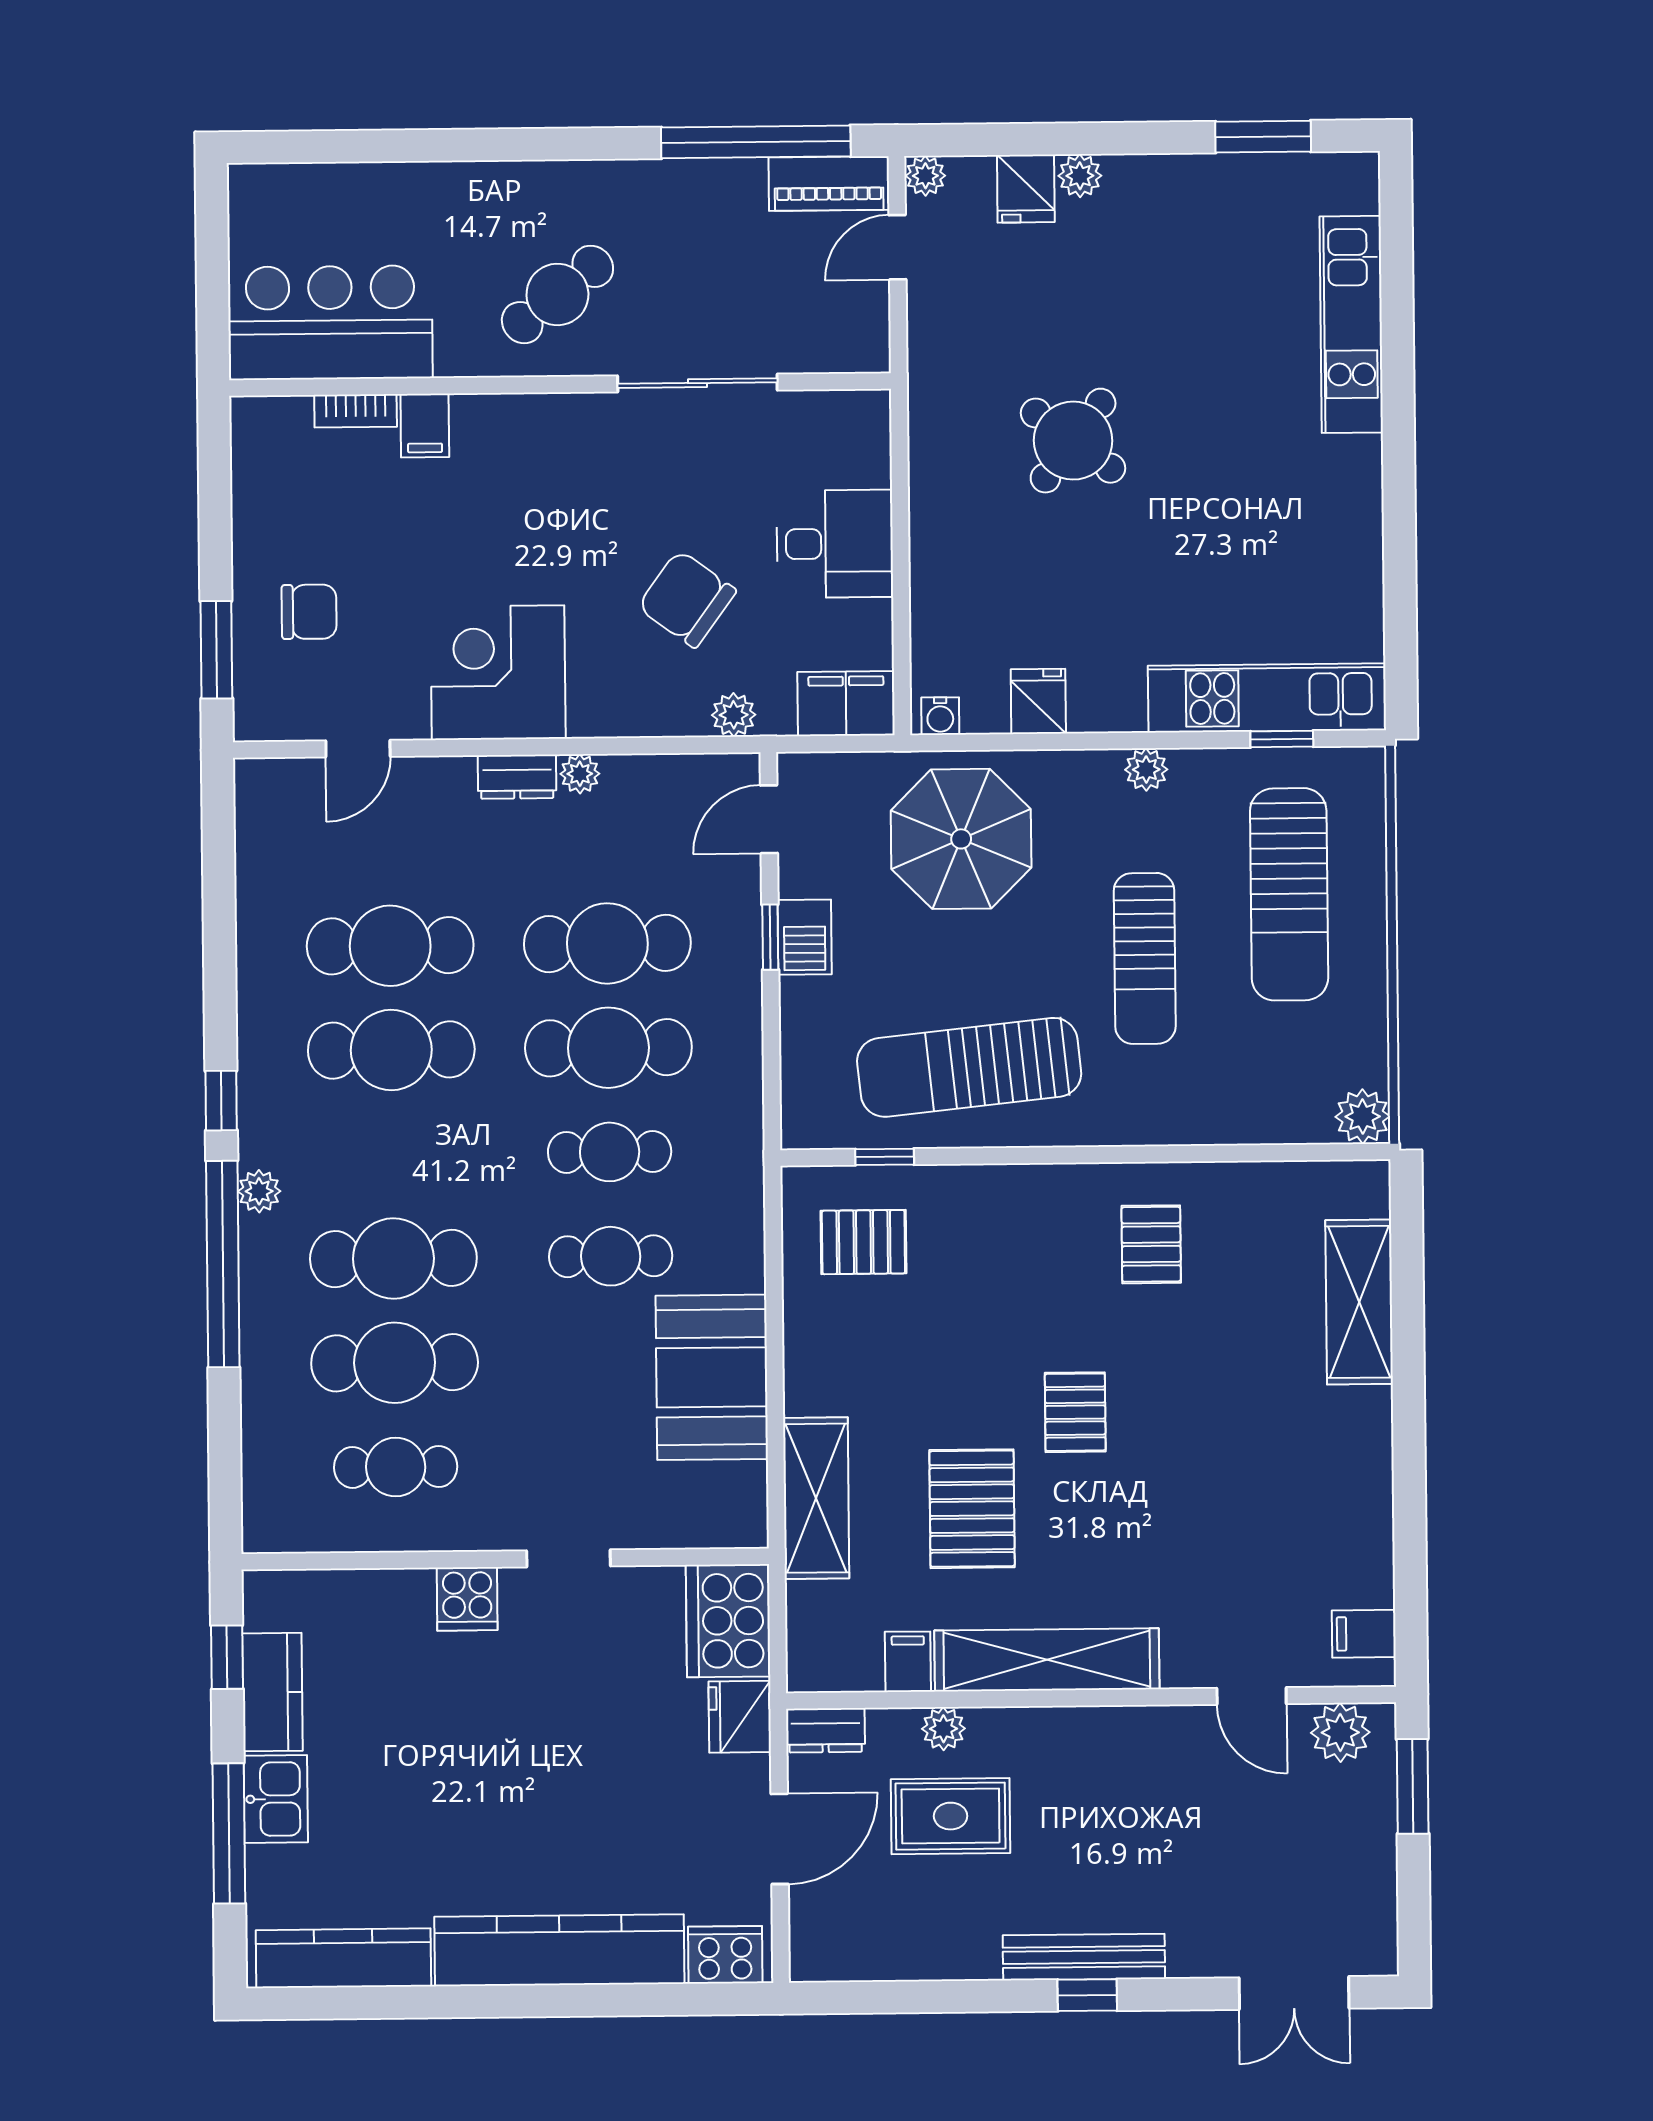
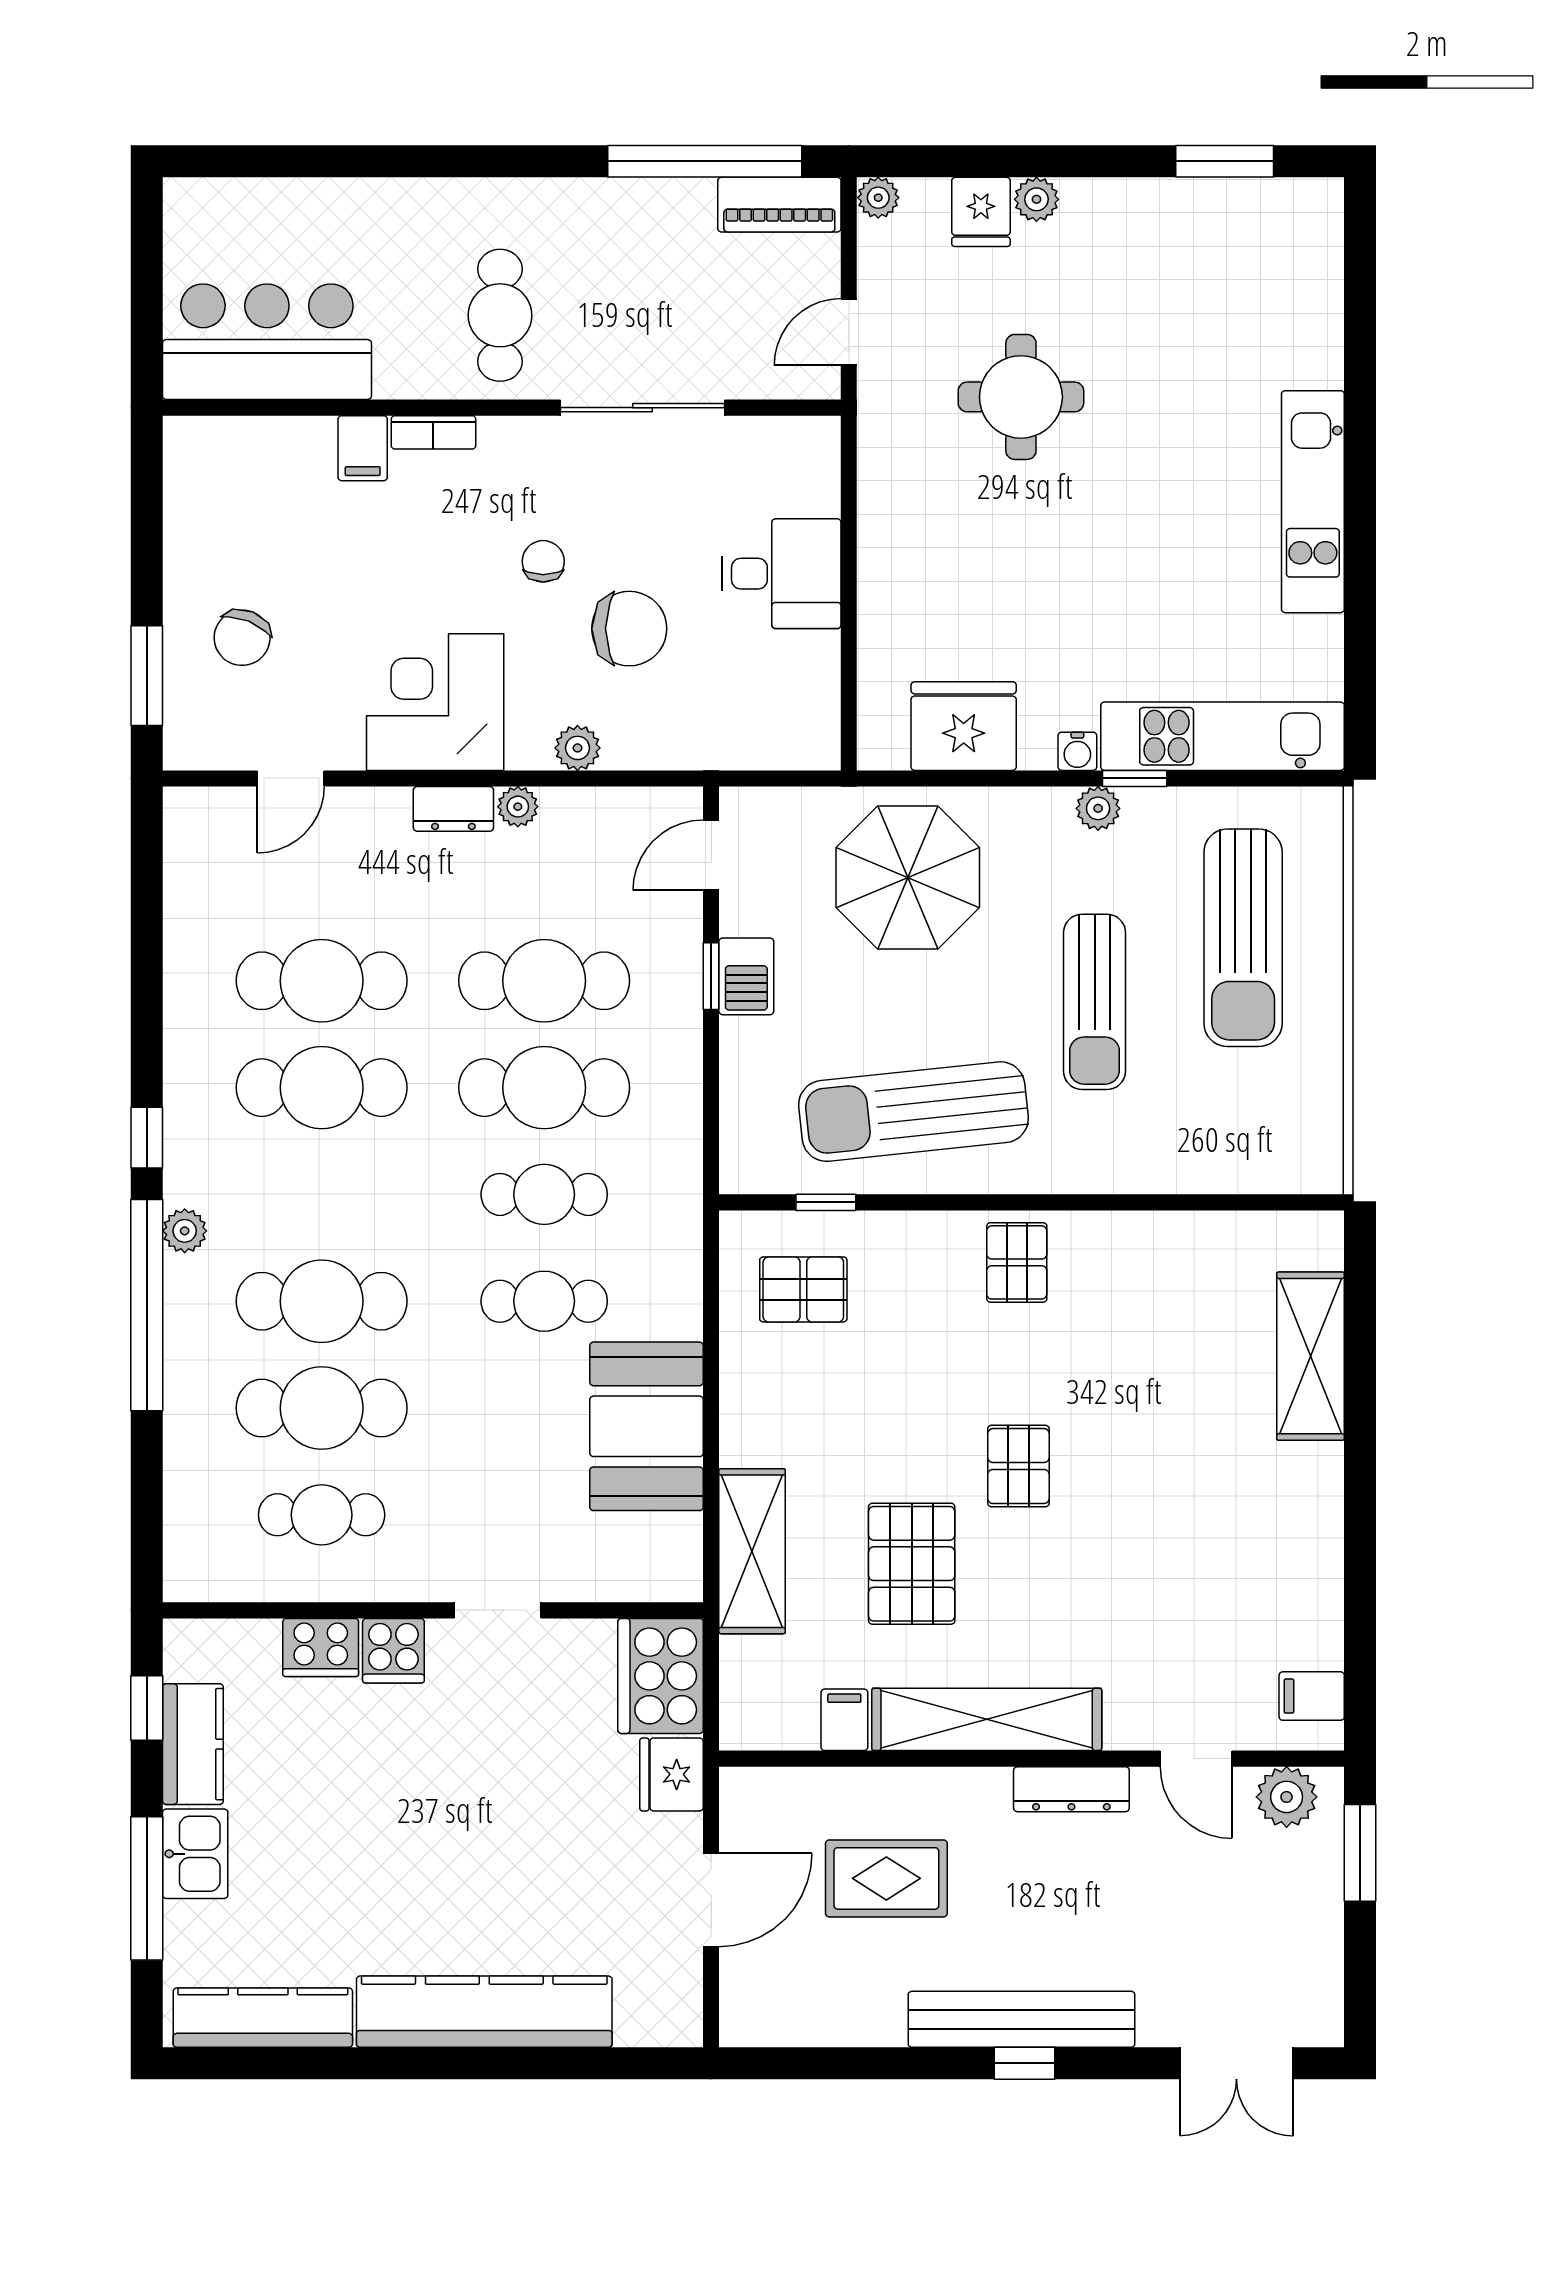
door: (897, 247) -> (849, 332), moved
cafe table: (557, 294) -> (500, 315), turned -52
kitchen unit: (1351, 324) -> (1313, 502), moved
bookcase: (356, 411) -> (433, 432), moved
round table: (1073, 441) -> (1021, 397), moved, turned -37
chair: (602, 534) -> (543, 561), added
chair: (687, 599) -> (629, 629), turned 144
chair: (309, 612) -> (242, 638), turned 112
fridge: (1038, 701) -> (964, 726), width x1.88, depth x1.34
filing cabinet: (846, 704) -> (791, 738), removed
plant: (734, 715) -> (577, 748), moved
water cooler: (940, 716) -> (1077, 751), moved
window: (1282, 739) -> (1135, 778), moved
plant: (1363, 1117) -> (1316, 1166), removed
pallet: (1151, 1244) -> (1017, 1262), moved
plant: (943, 1729) -> (880, 1789), removed
dresser: (825, 1730) -> (1071, 1789), moved, width x1.44
cooker: (725, 1955) -> (321, 1647), moved, turned 180
bench: (1084, 1957) -> (1021, 2019), width x1.37, depth x1.21

